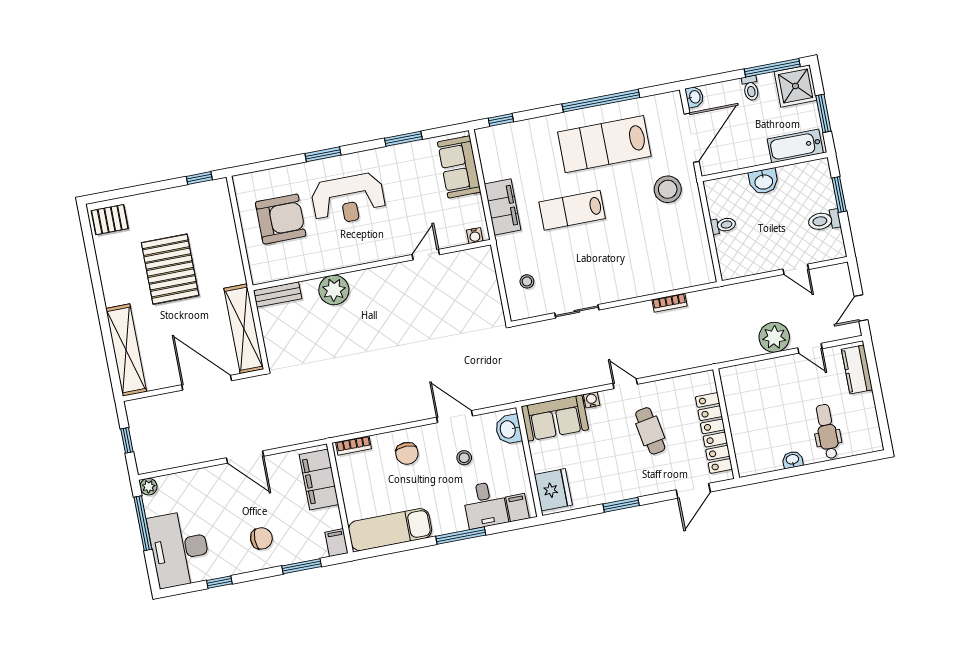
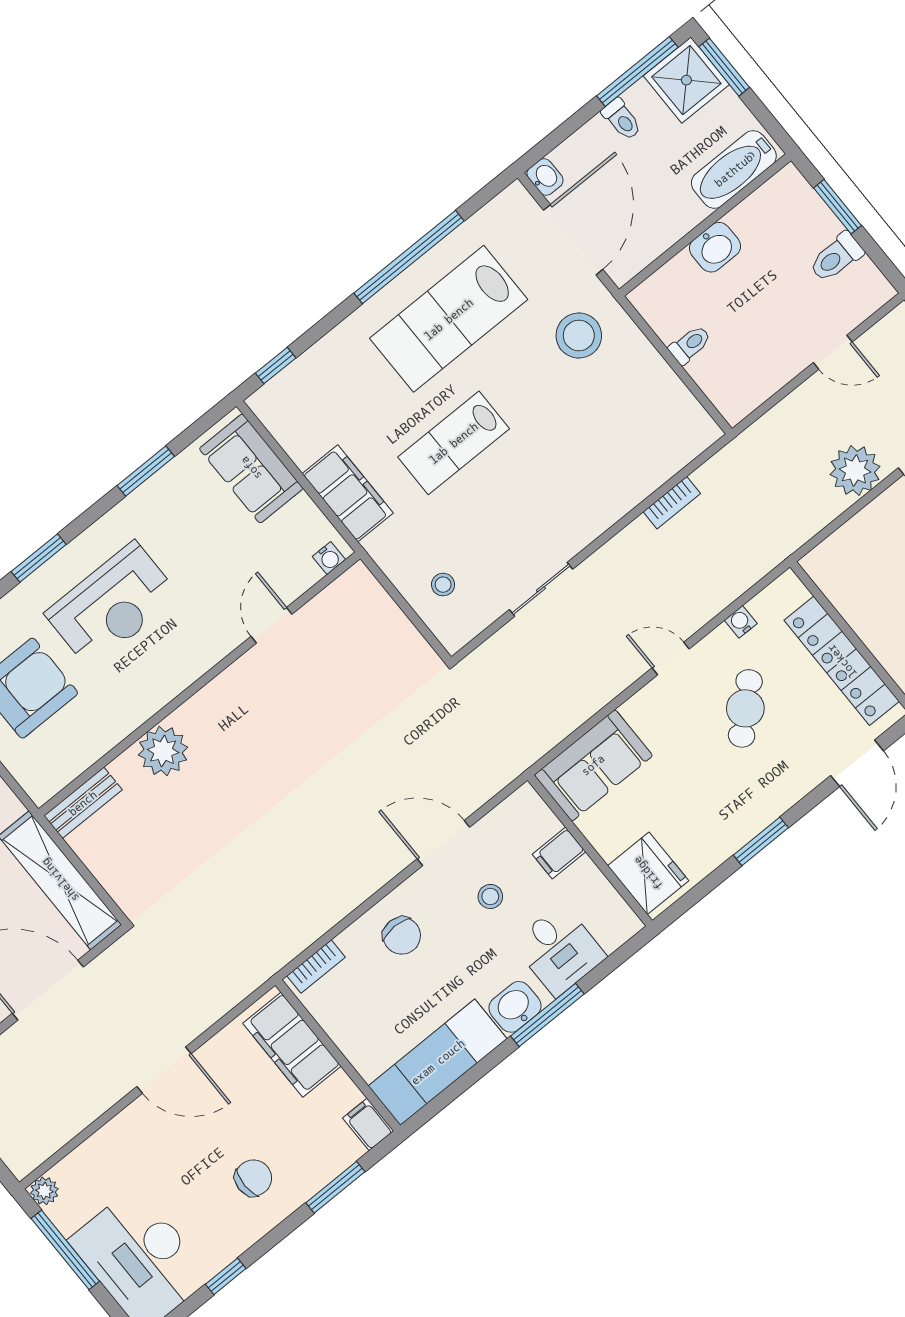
window: (823, 113) -> (724, 67), moved
water cooler: (592, 400) -> (741, 622), moved
washbasin: (508, 429) -> (515, 1007), moved, turned 90
cafe table: (650, 431) -> (745, 708), turned 57
filing cabinet: (517, 508) -> (559, 853), moved, turned -90

